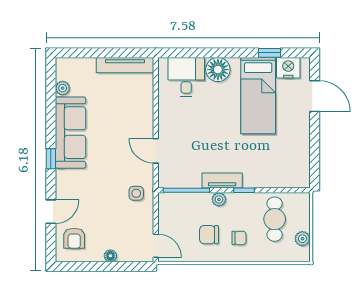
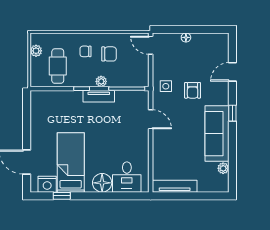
armchair: (74, 238) -> (193, 90), moved, turned 180

